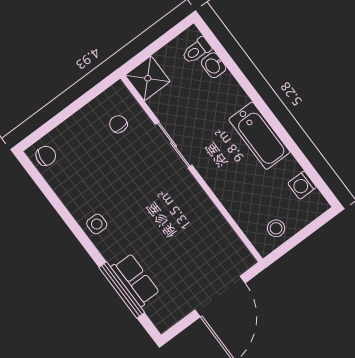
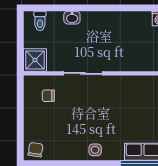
washbasin: (214, 65) -> (72, 18), moved
bathtub: (259, 136) -> (114, 22), removed

